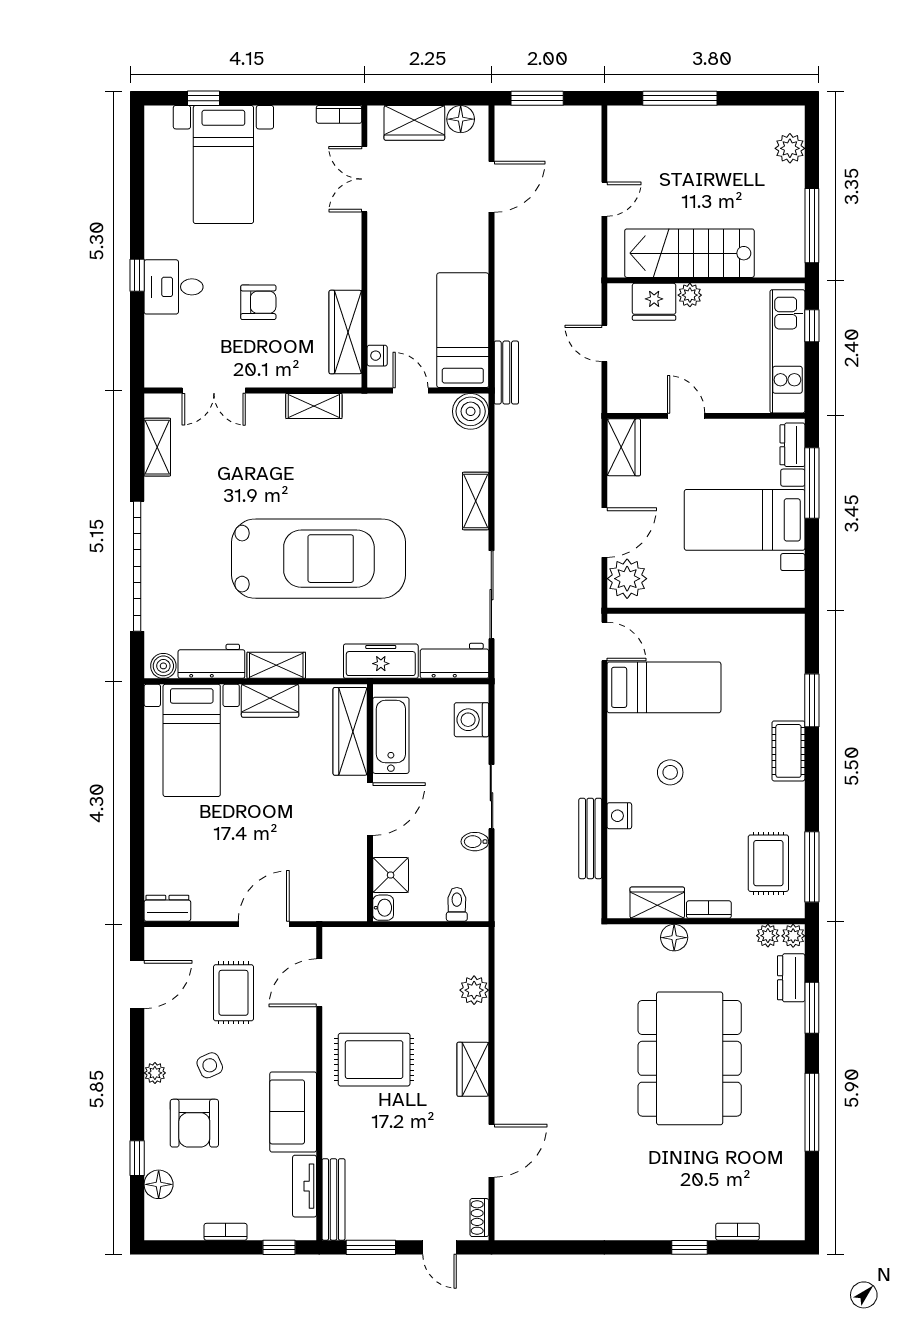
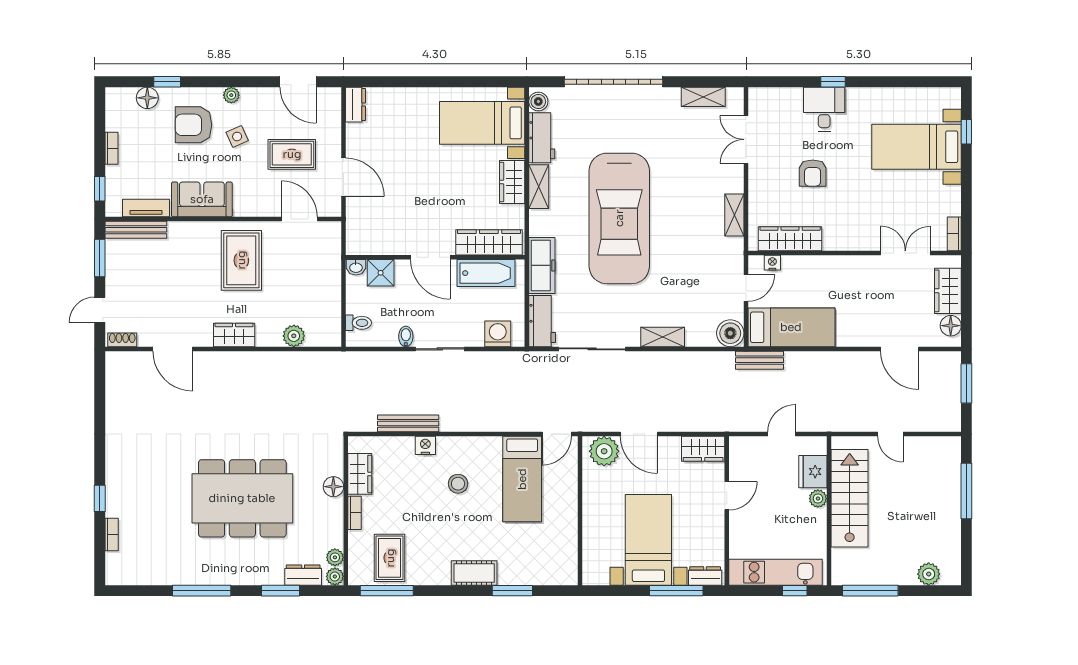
rug: (768, 863) -> (390, 558), turned 90

